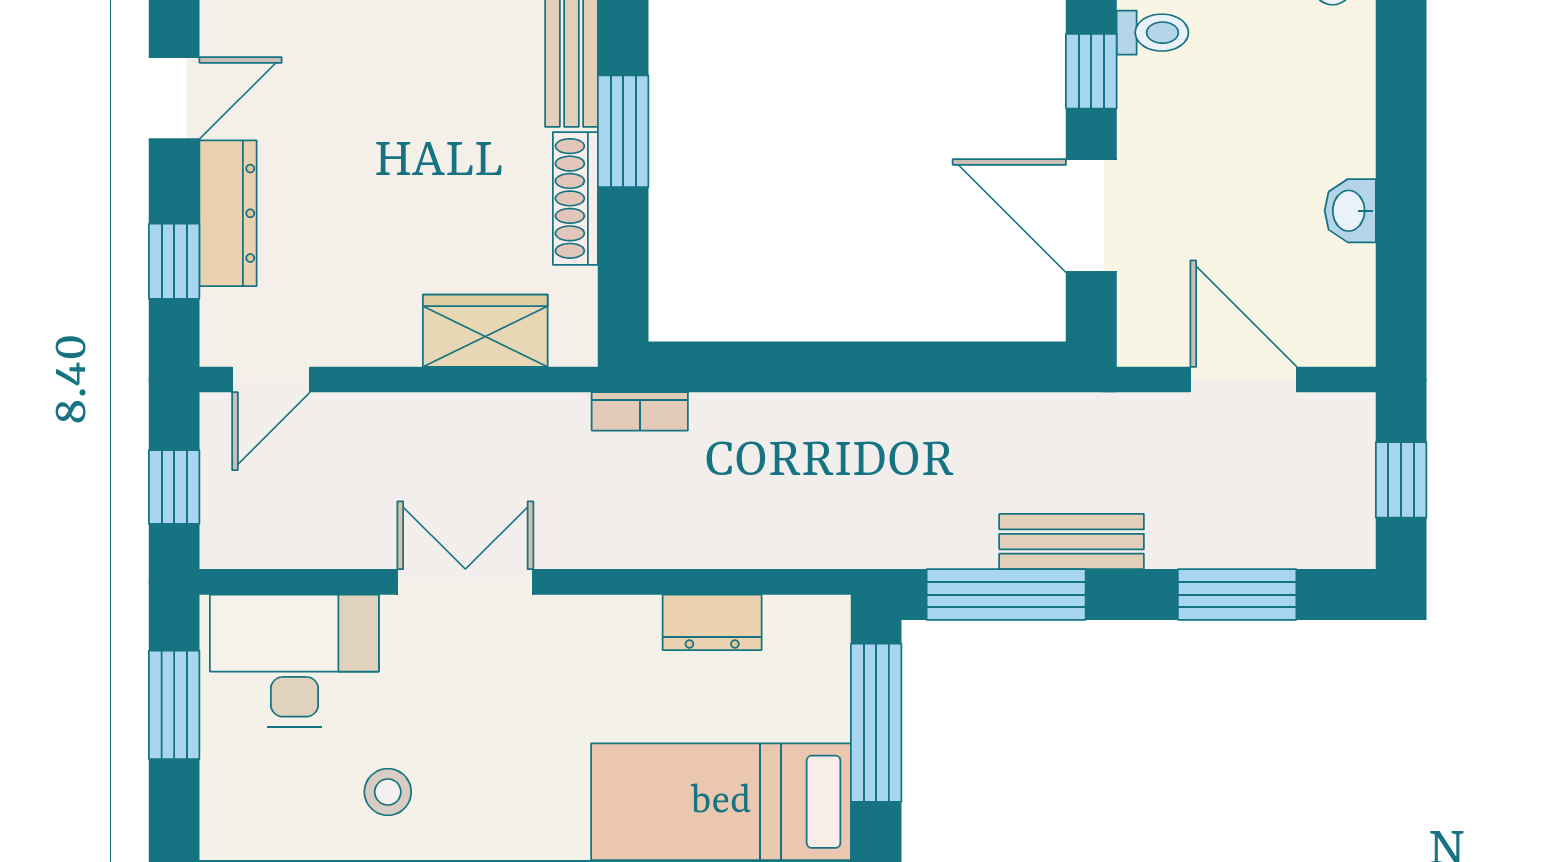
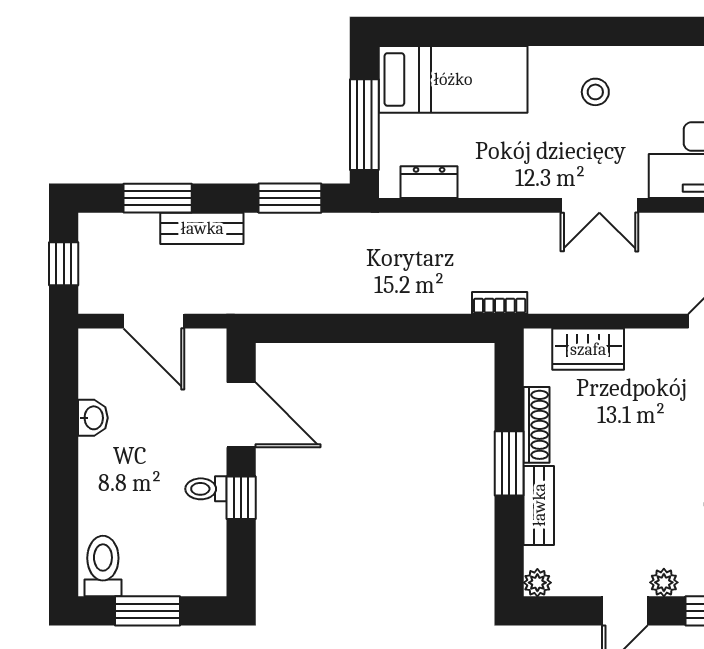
toilet: (1152, 33) -> (206, 489), moved
bench: (1072, 542) -> (202, 228), moved
window: (1006, 595) -> (290, 198), width x0.69
dresser: (712, 622) -> (429, 182), moved
stool: (388, 792) -> (595, 92), moved

